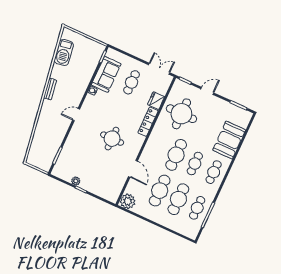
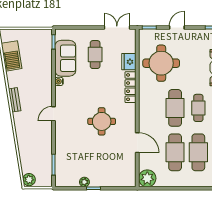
plant: (32, 159) -> (29, 180), added

